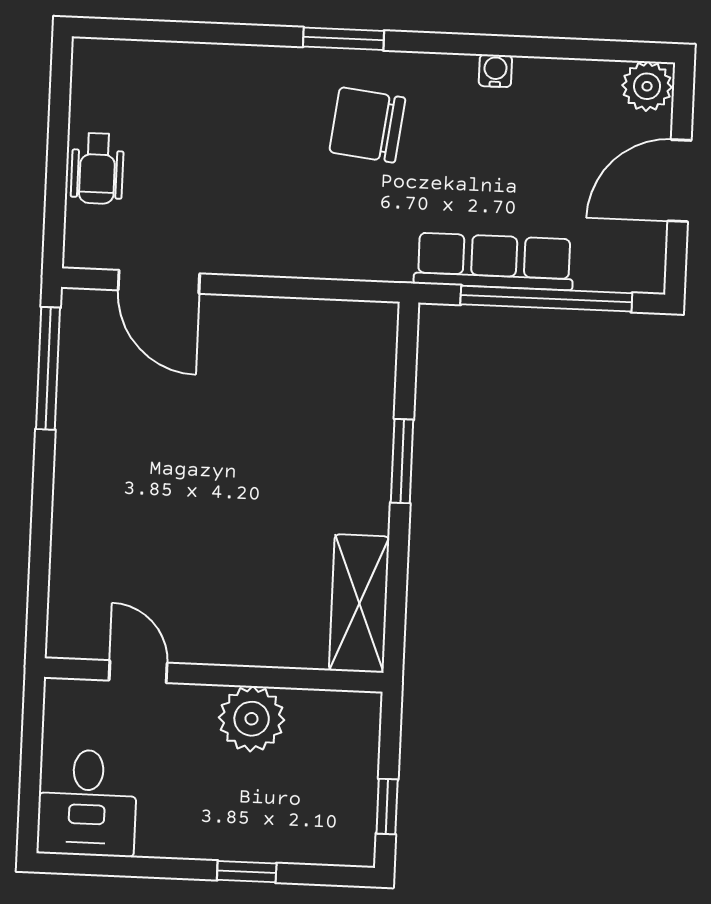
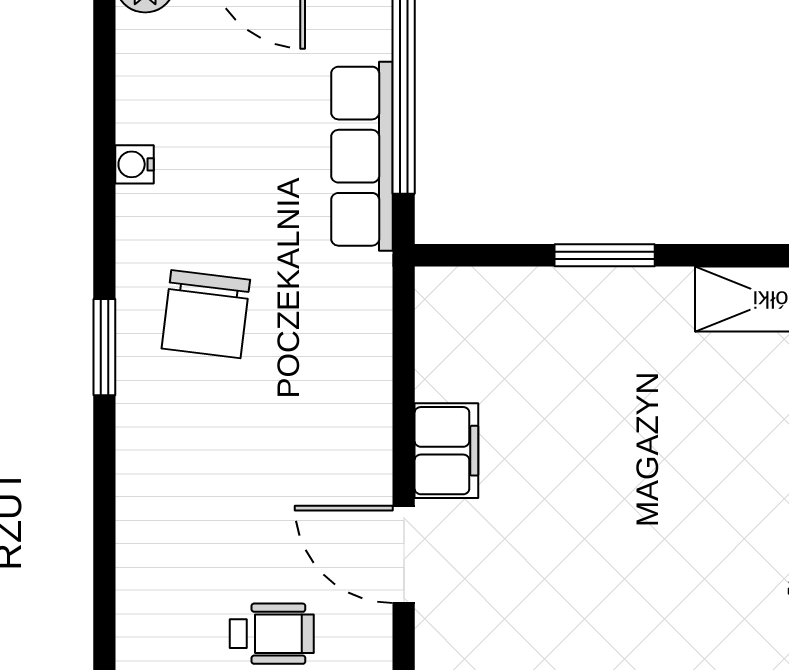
door: (159, 282) -> (404, 554), swing flipped
filing cabinet: (244, 321) -> (446, 451), added

